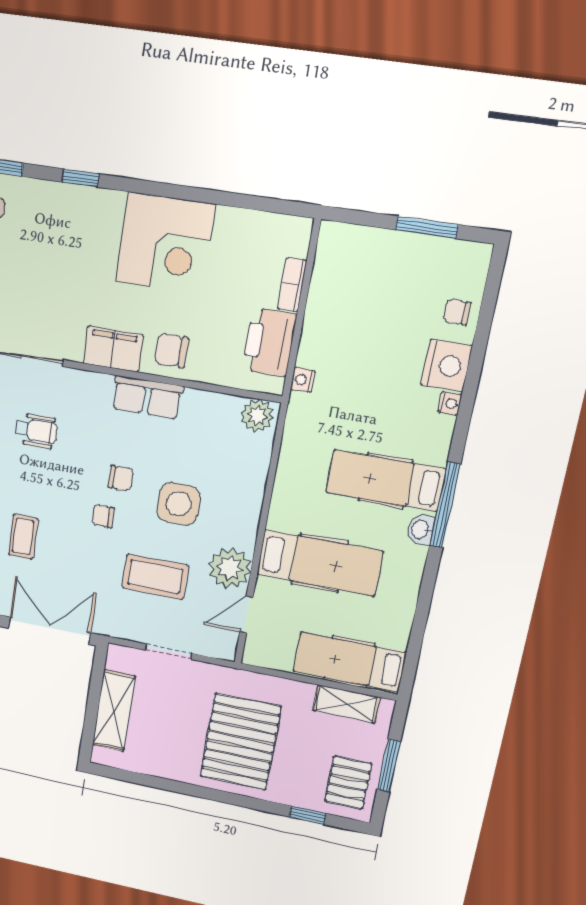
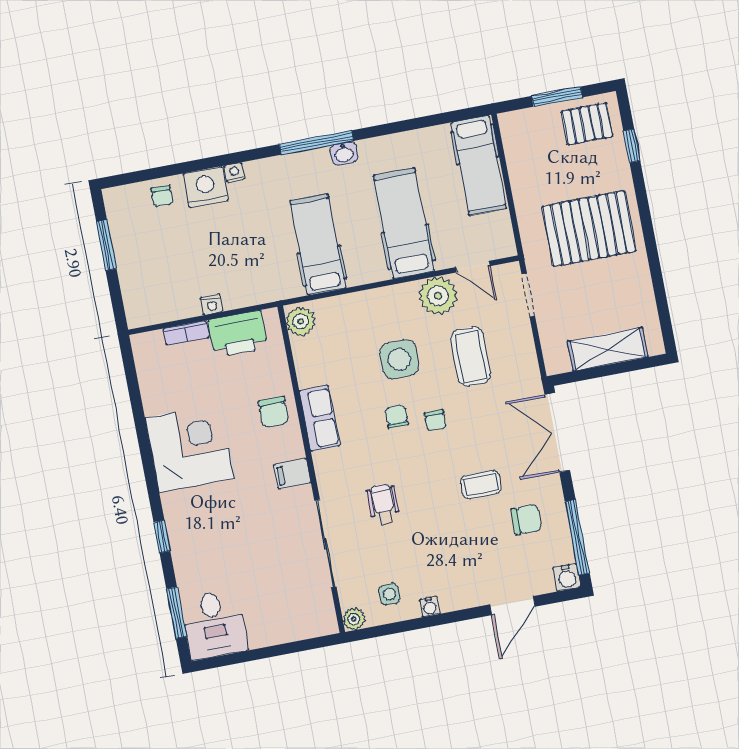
filing cabinet: (113, 349) -> (292, 474), width x0.50
nightstand: (303, 380) -> (212, 304), moved
hospital bed: (385, 481) -> (318, 244), moved, turned 180
doorway: (169, 652) -> (528, 295), moved
shelving: (346, 704) -> (517, 153), removed

